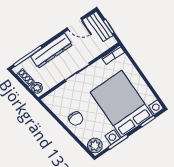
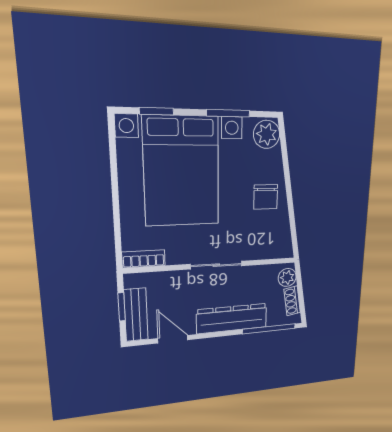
chair: (76, 118) -> (266, 197), turned 180

